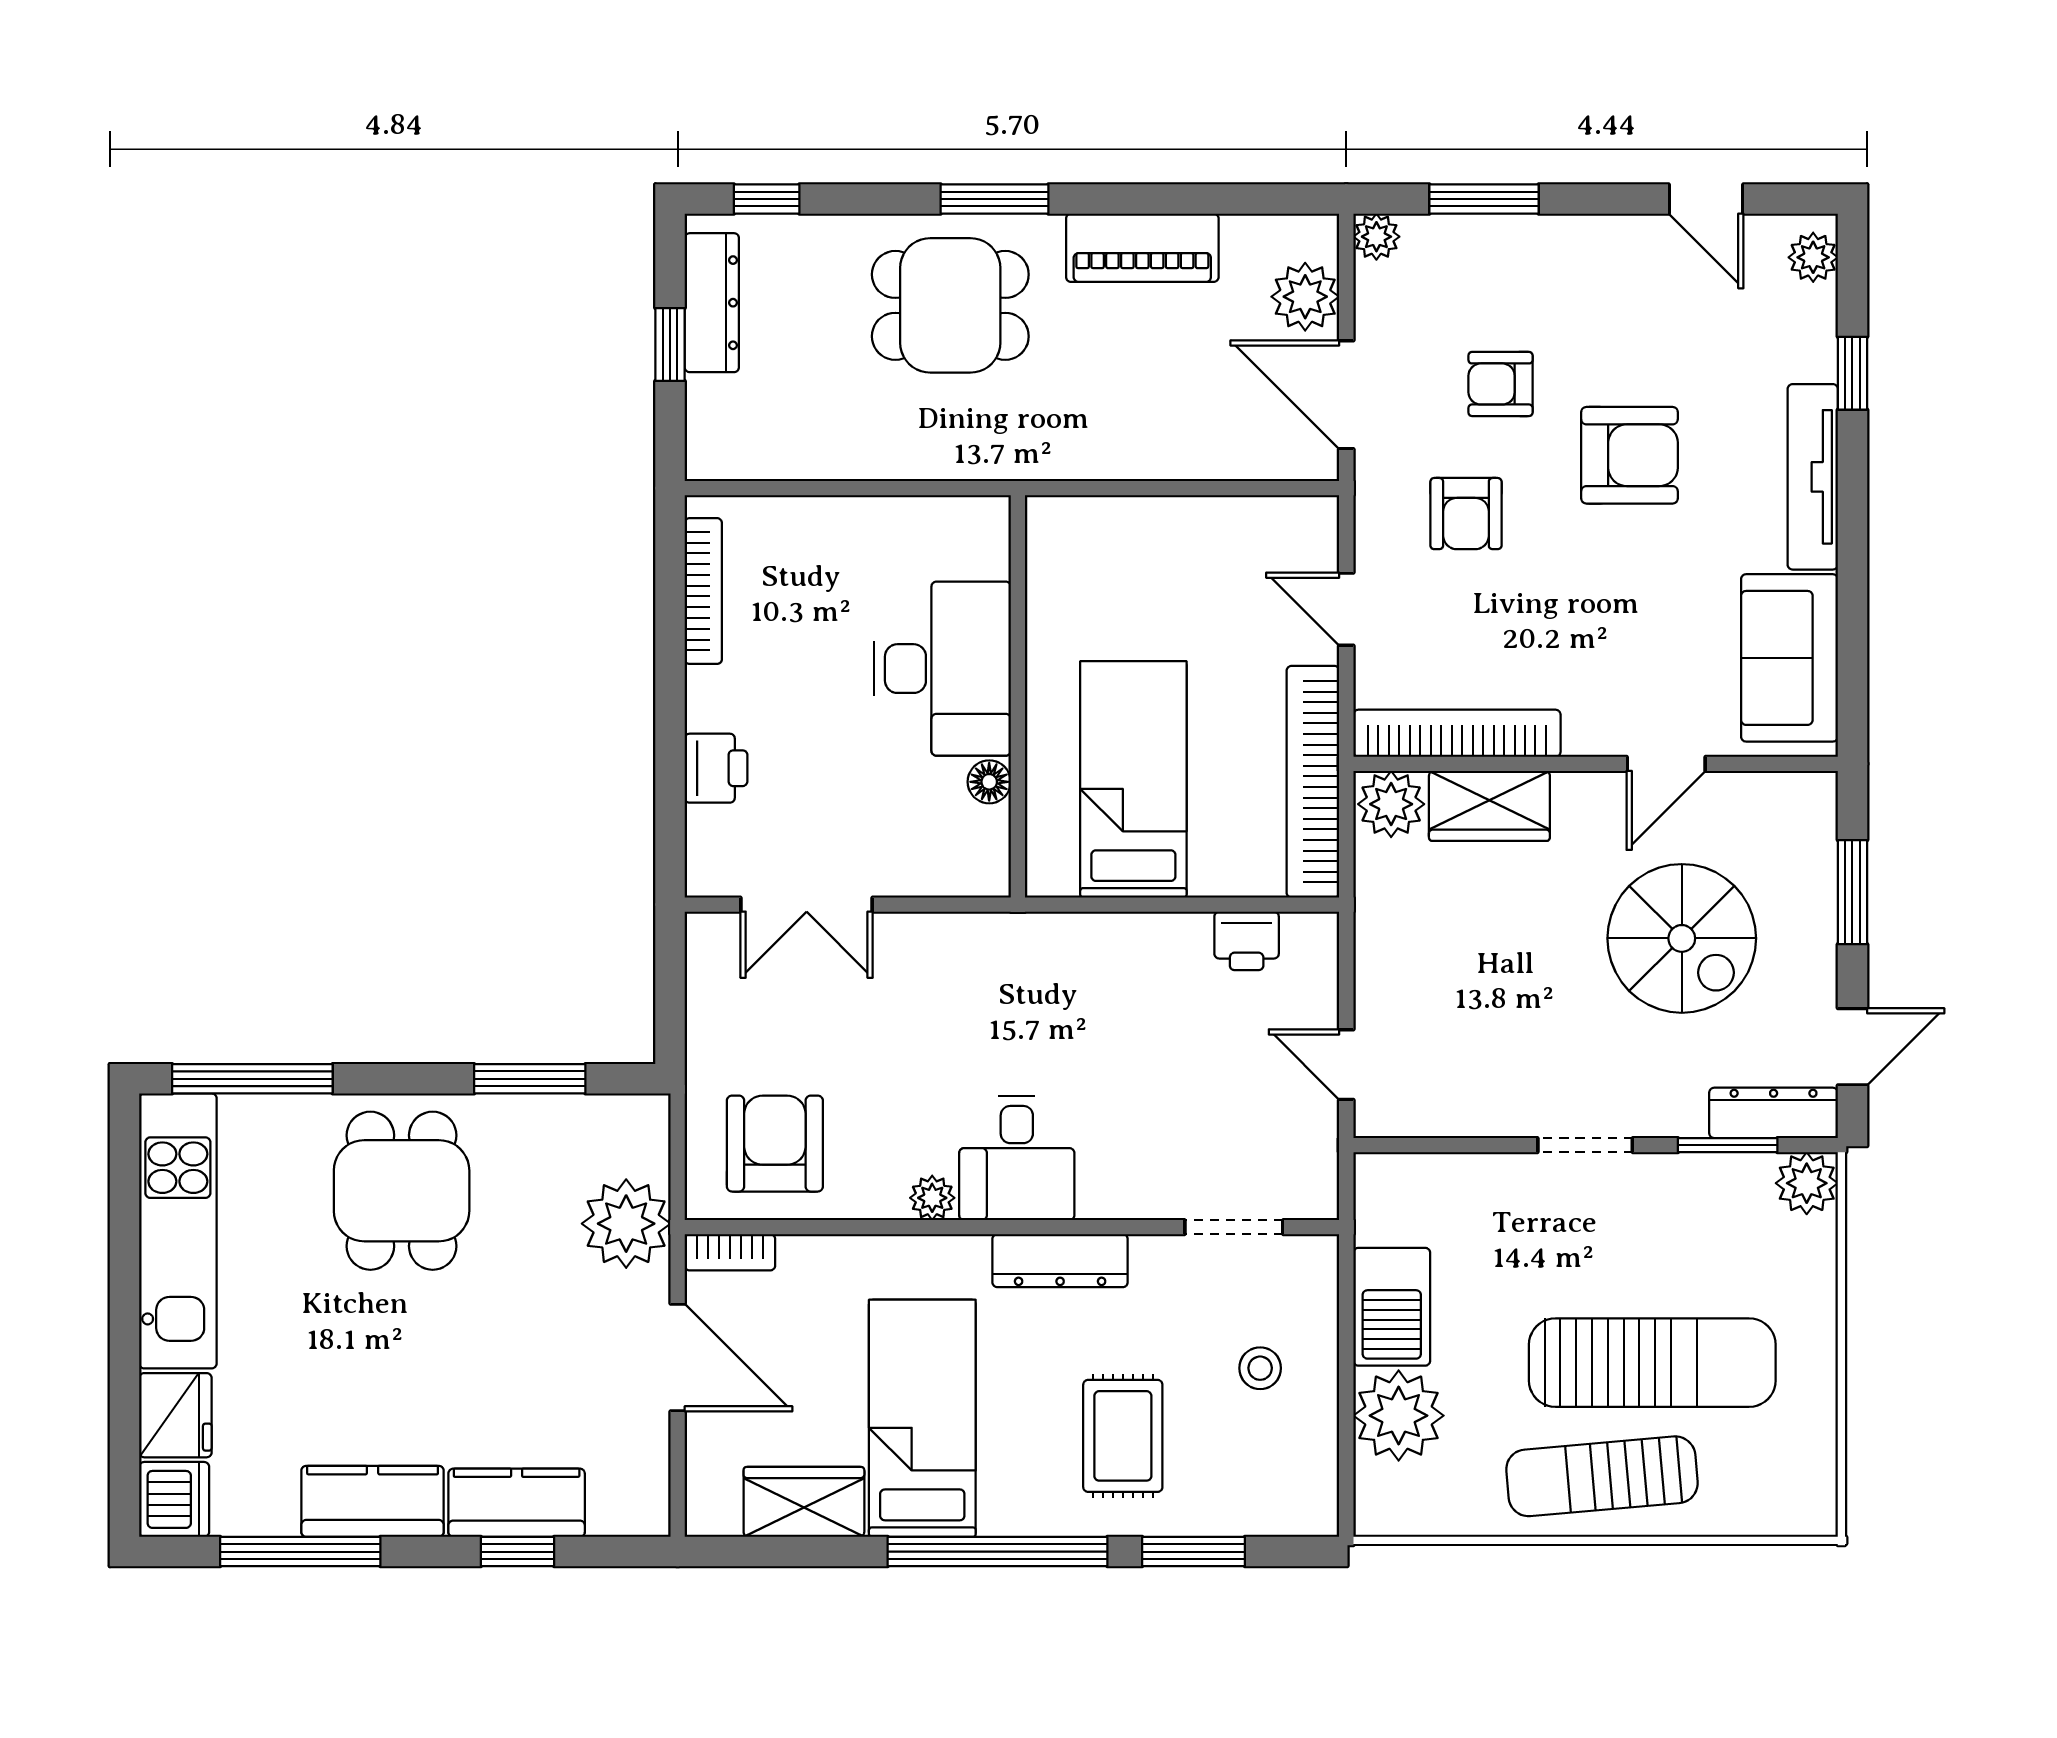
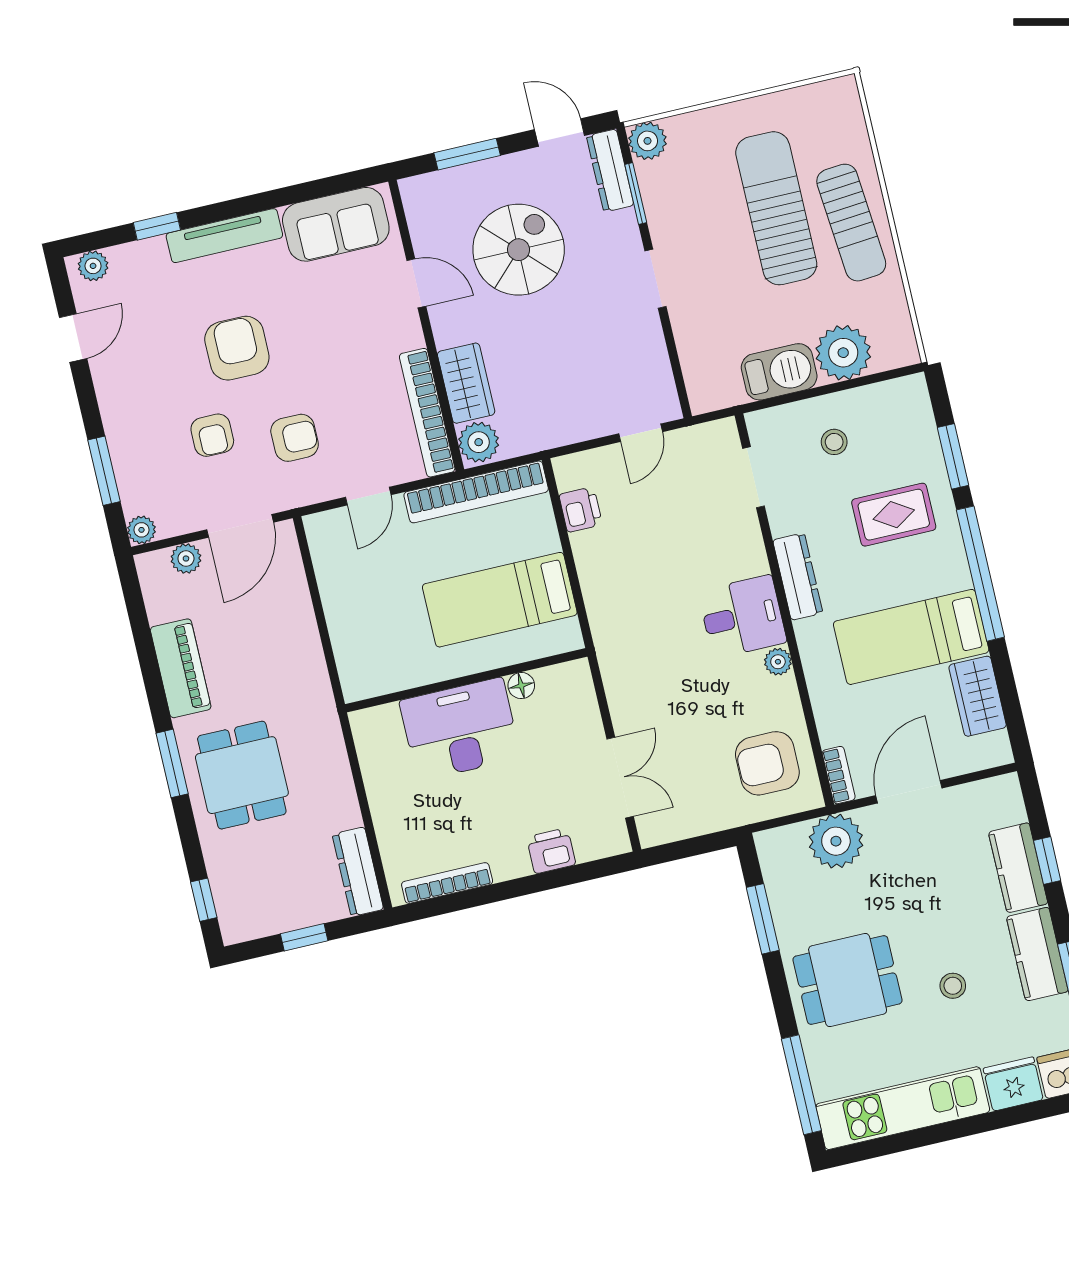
plant: (1305, 297) -> (186, 559), width x0.73, depth x0.73
dresser: (712, 303) -> (358, 872), moved, turned -90
stool: (354, 1356) -> (953, 986), added

